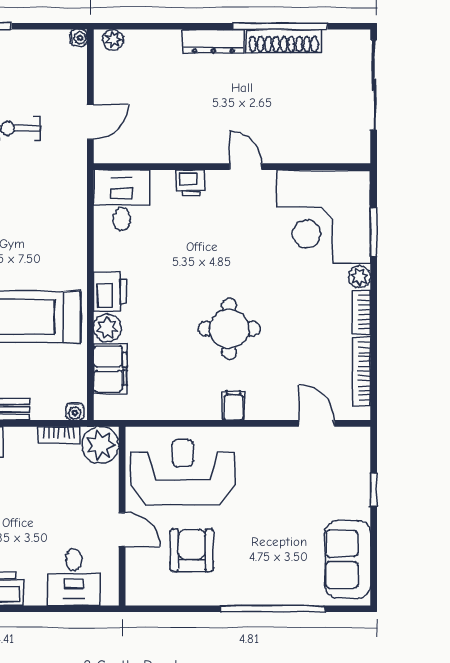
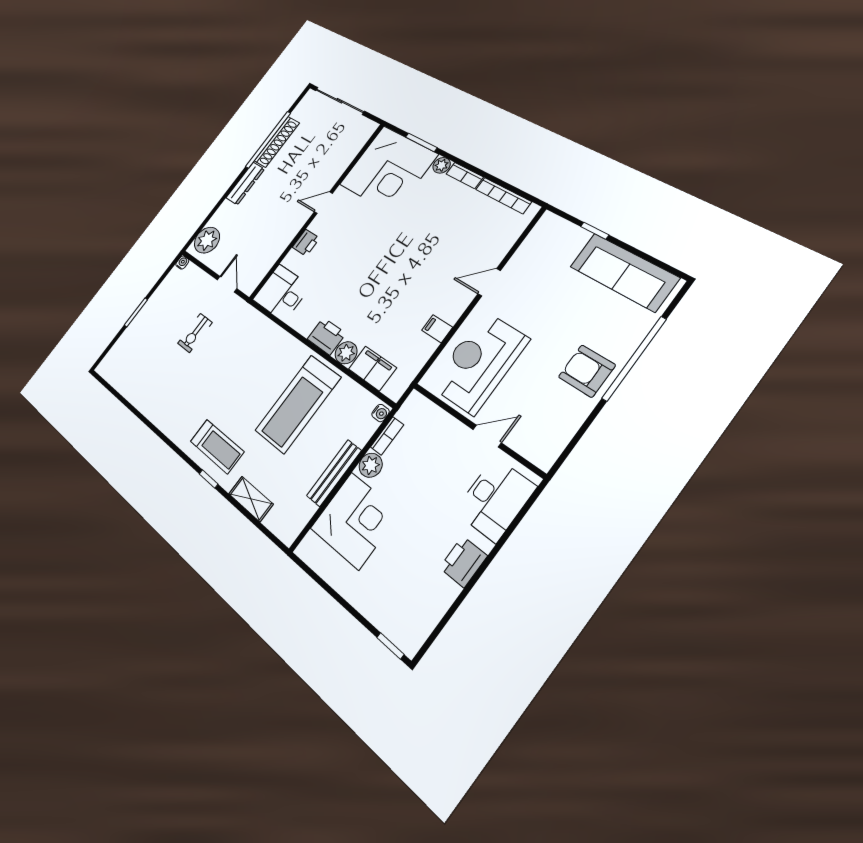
plant: (113, 40) -> (207, 240), width x1.88, depth x1.88
round table: (229, 329) -> (409, 270), removed
filing cabinet: (234, 405) -> (437, 329), moved
door: (316, 423) -> (489, 282), moved
plant: (100, 445) -> (371, 465), moved, width x0.73, depth x0.73
armchair: (192, 550) -> (587, 371), moved
sofa: (348, 559) -> (624, 272), width x1.36
desk: (74, 577) -> (495, 499), width x1.37

